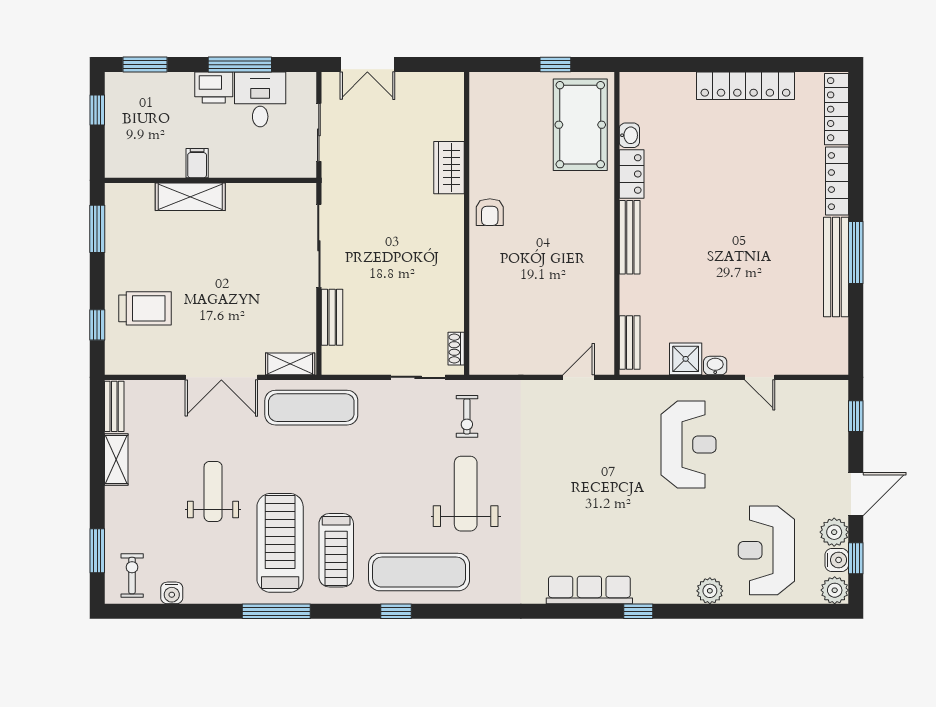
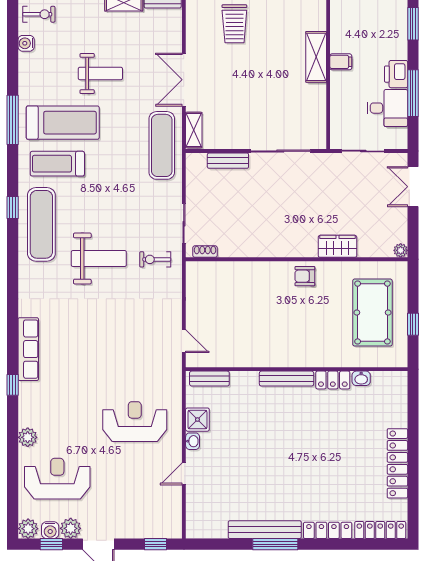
plant: (455, 81) -> (401, 250), added
pool table: (580, 125) -> (372, 313), moved, turned 90
reception desk: (688, 445) -> (135, 422), turned 180

